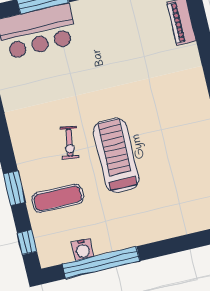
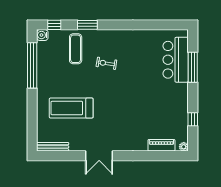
treadmill: (116, 155) -> (71, 108), moved, turned 180
water cooler: (83, 249) -> (42, 35), moved

